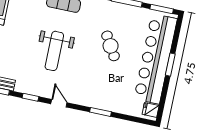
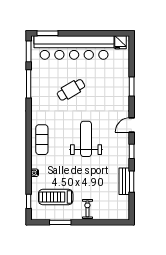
weight bench: (54, 51) -> (86, 139), turned -90
window: (170, 65) -> (47, 33), moved

